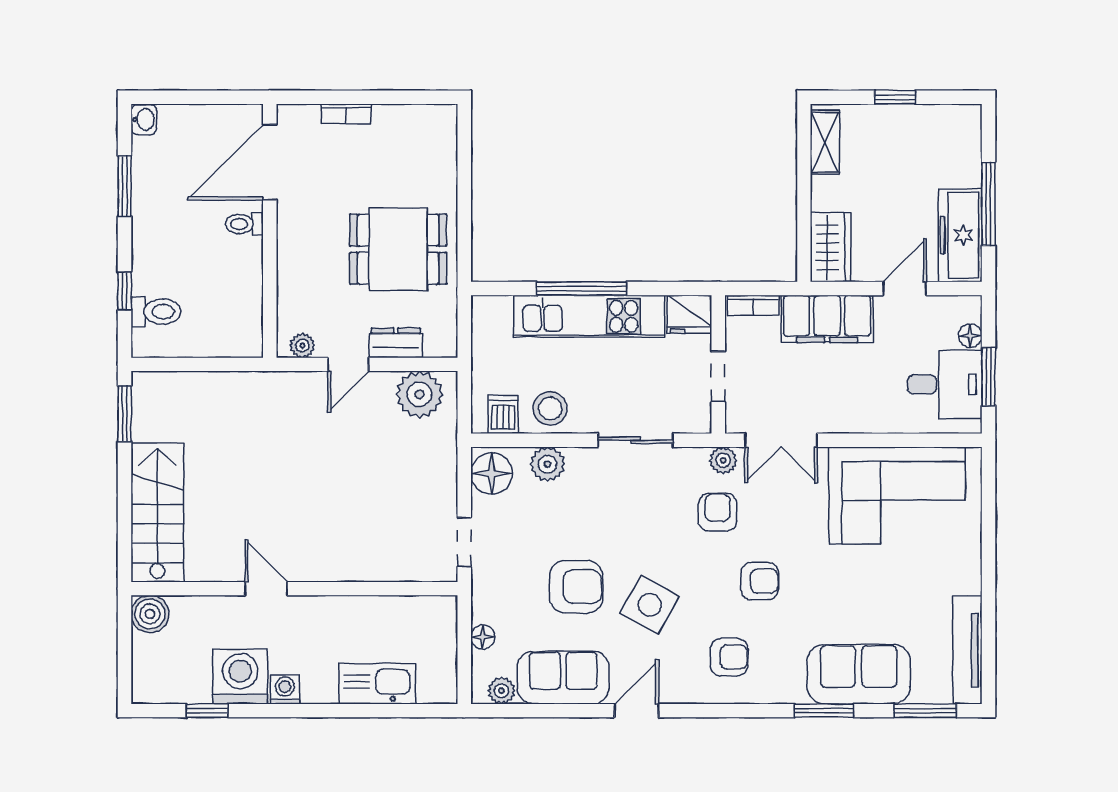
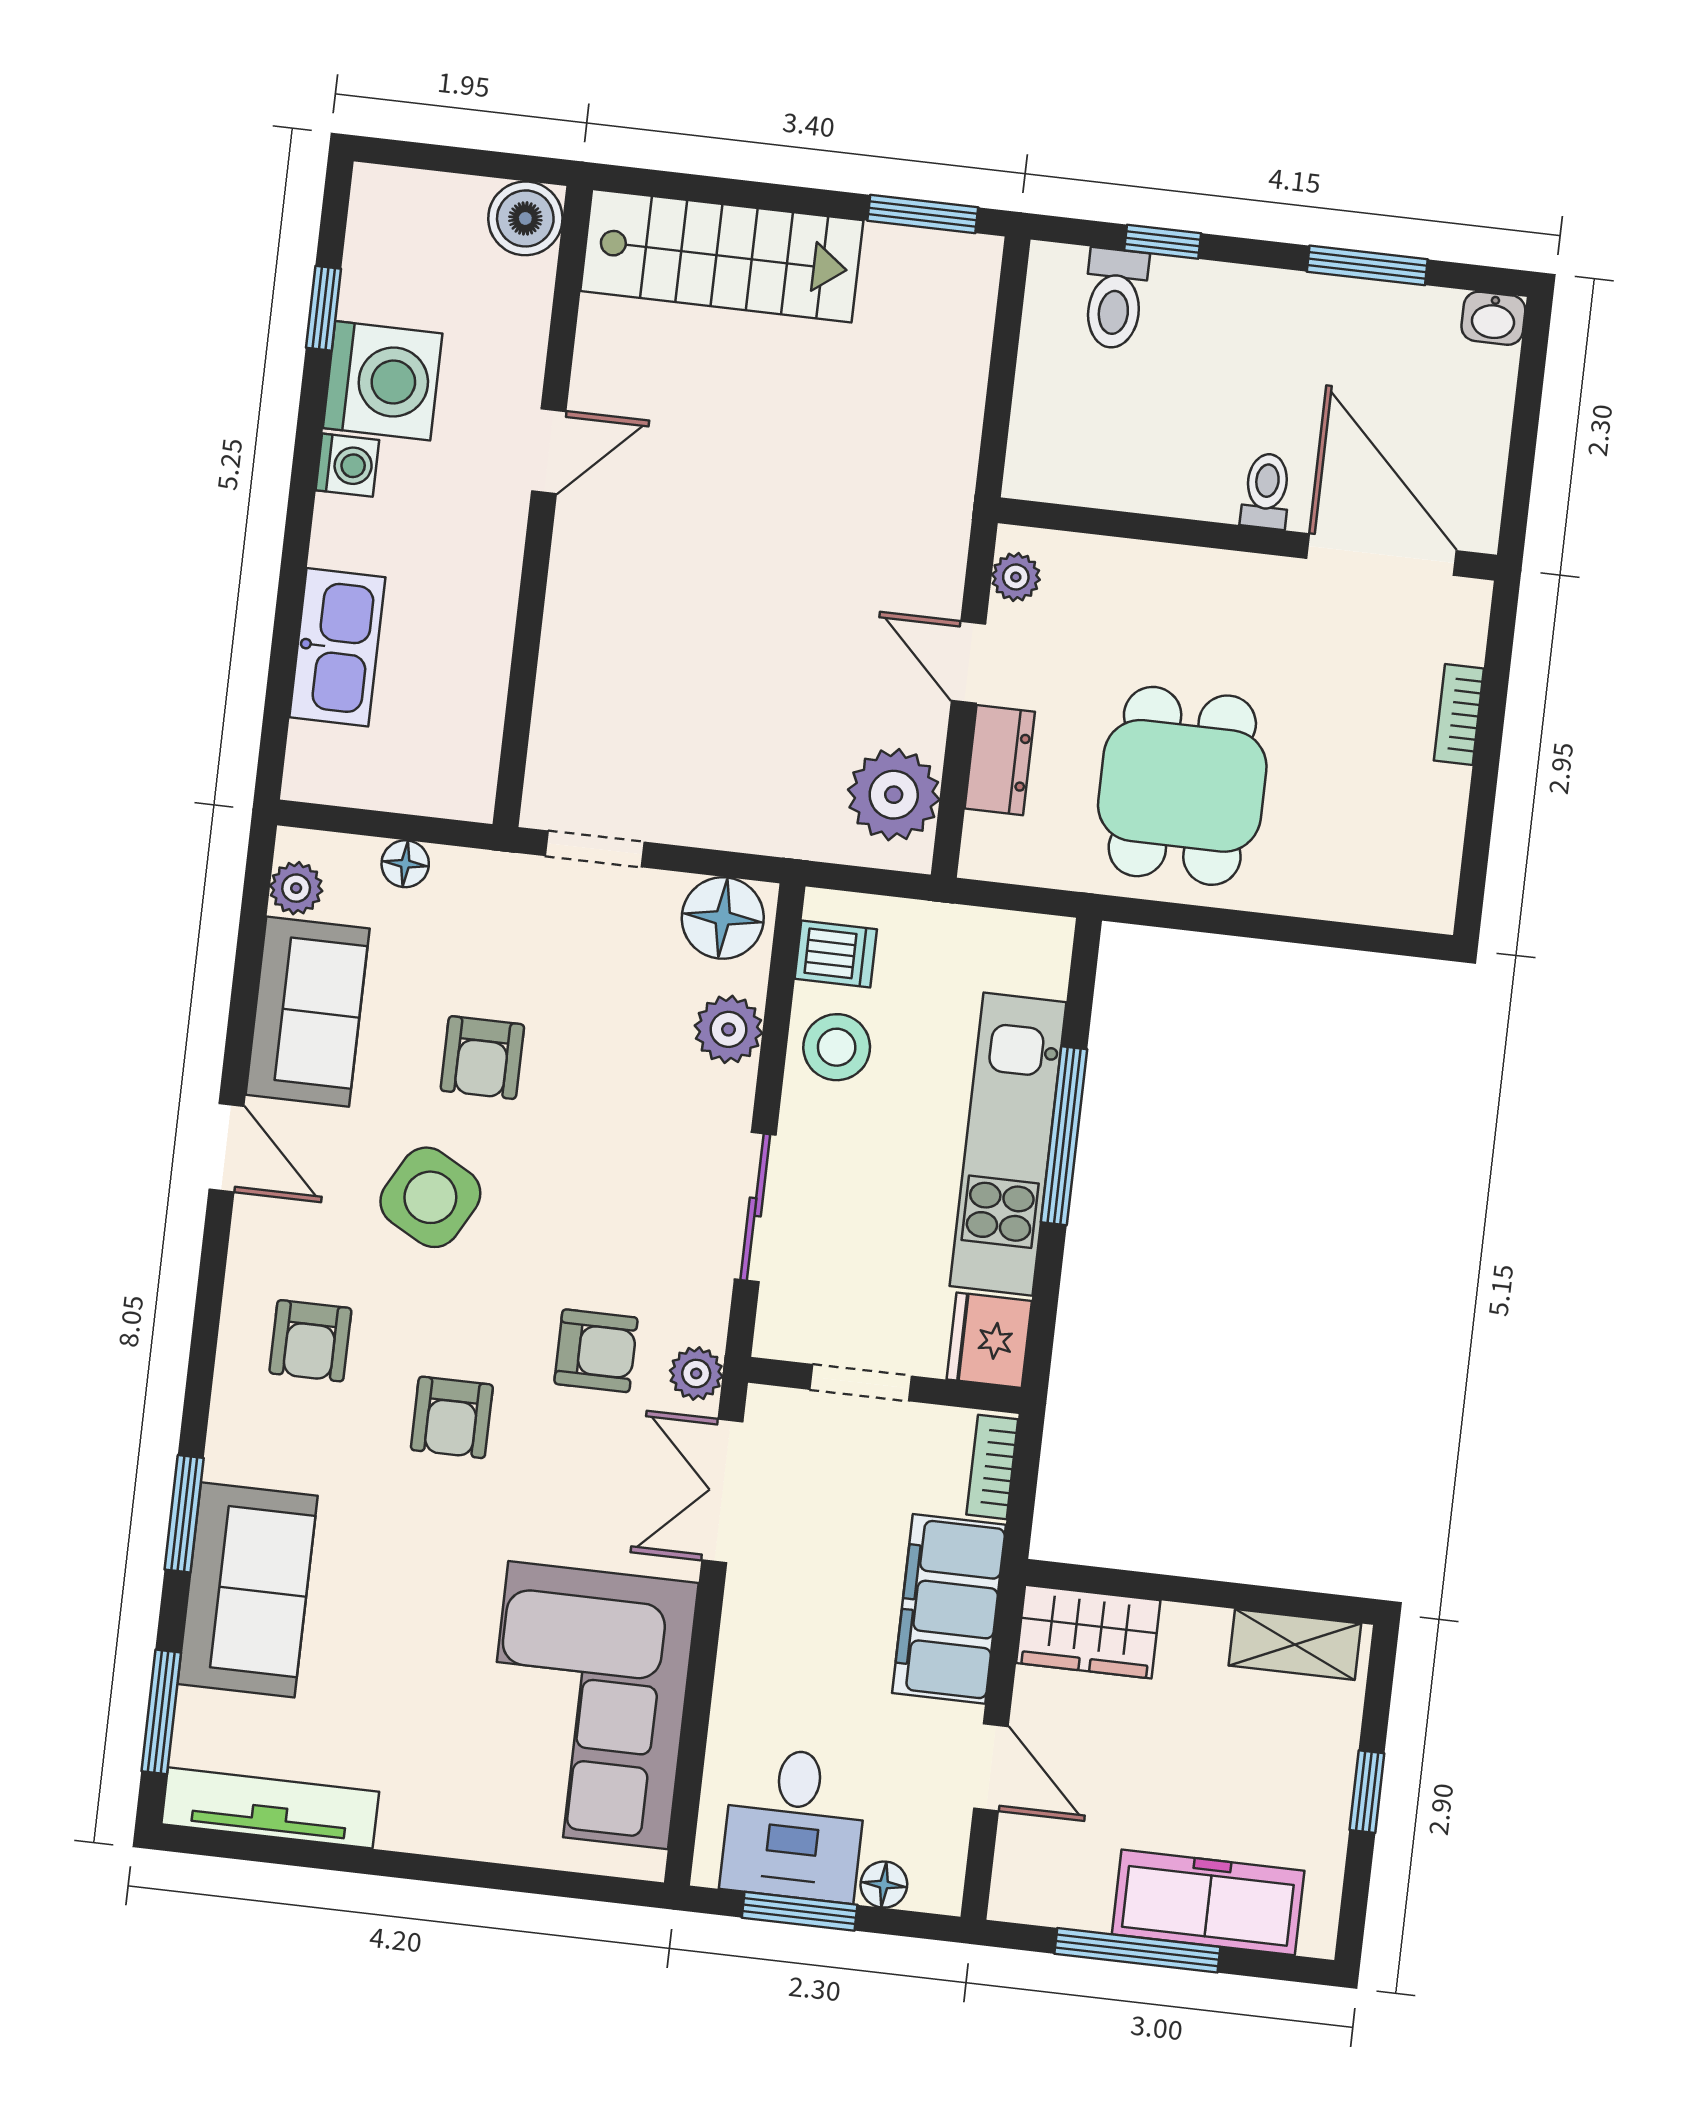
freezer: (960, 235) -> (1208, 1902), moved
armchair: (576, 587) -> (482, 1058), width x0.72, depth x0.72

